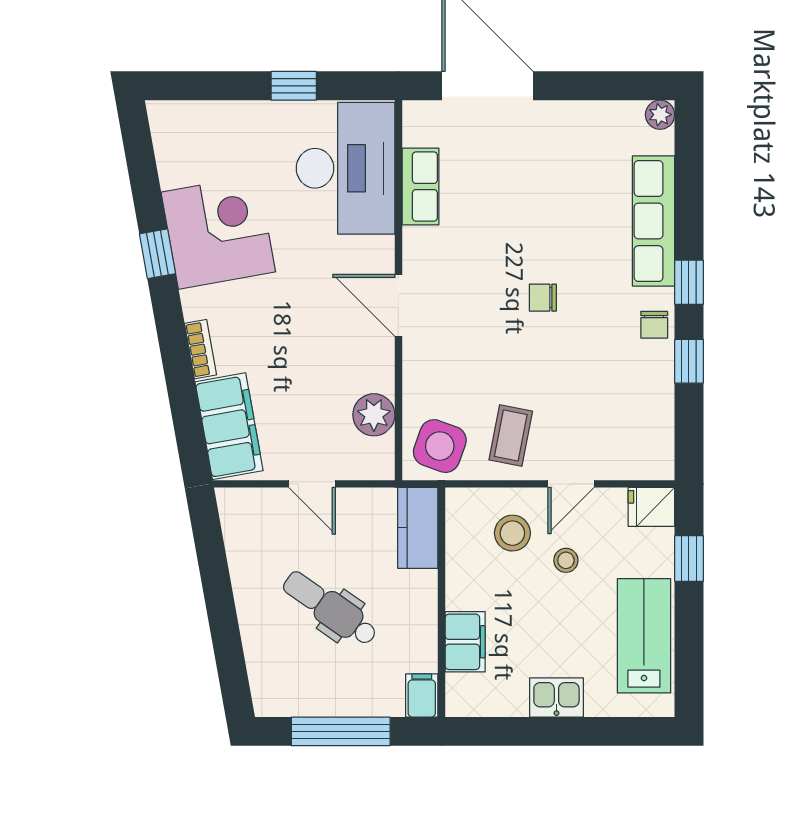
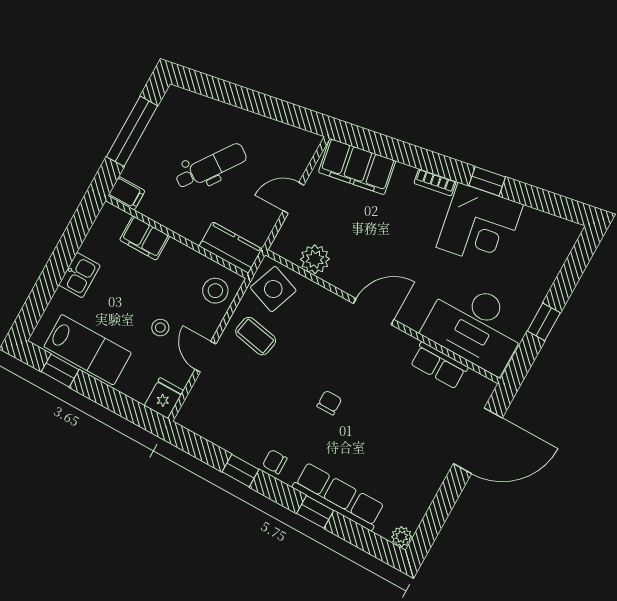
window: (689, 282) -> (315, 512), moved
bookcase: (201, 349) -> (435, 182), moved
stool: (512, 533) -> (215, 291), moved
window: (689, 558) -> (60, 371), moved

